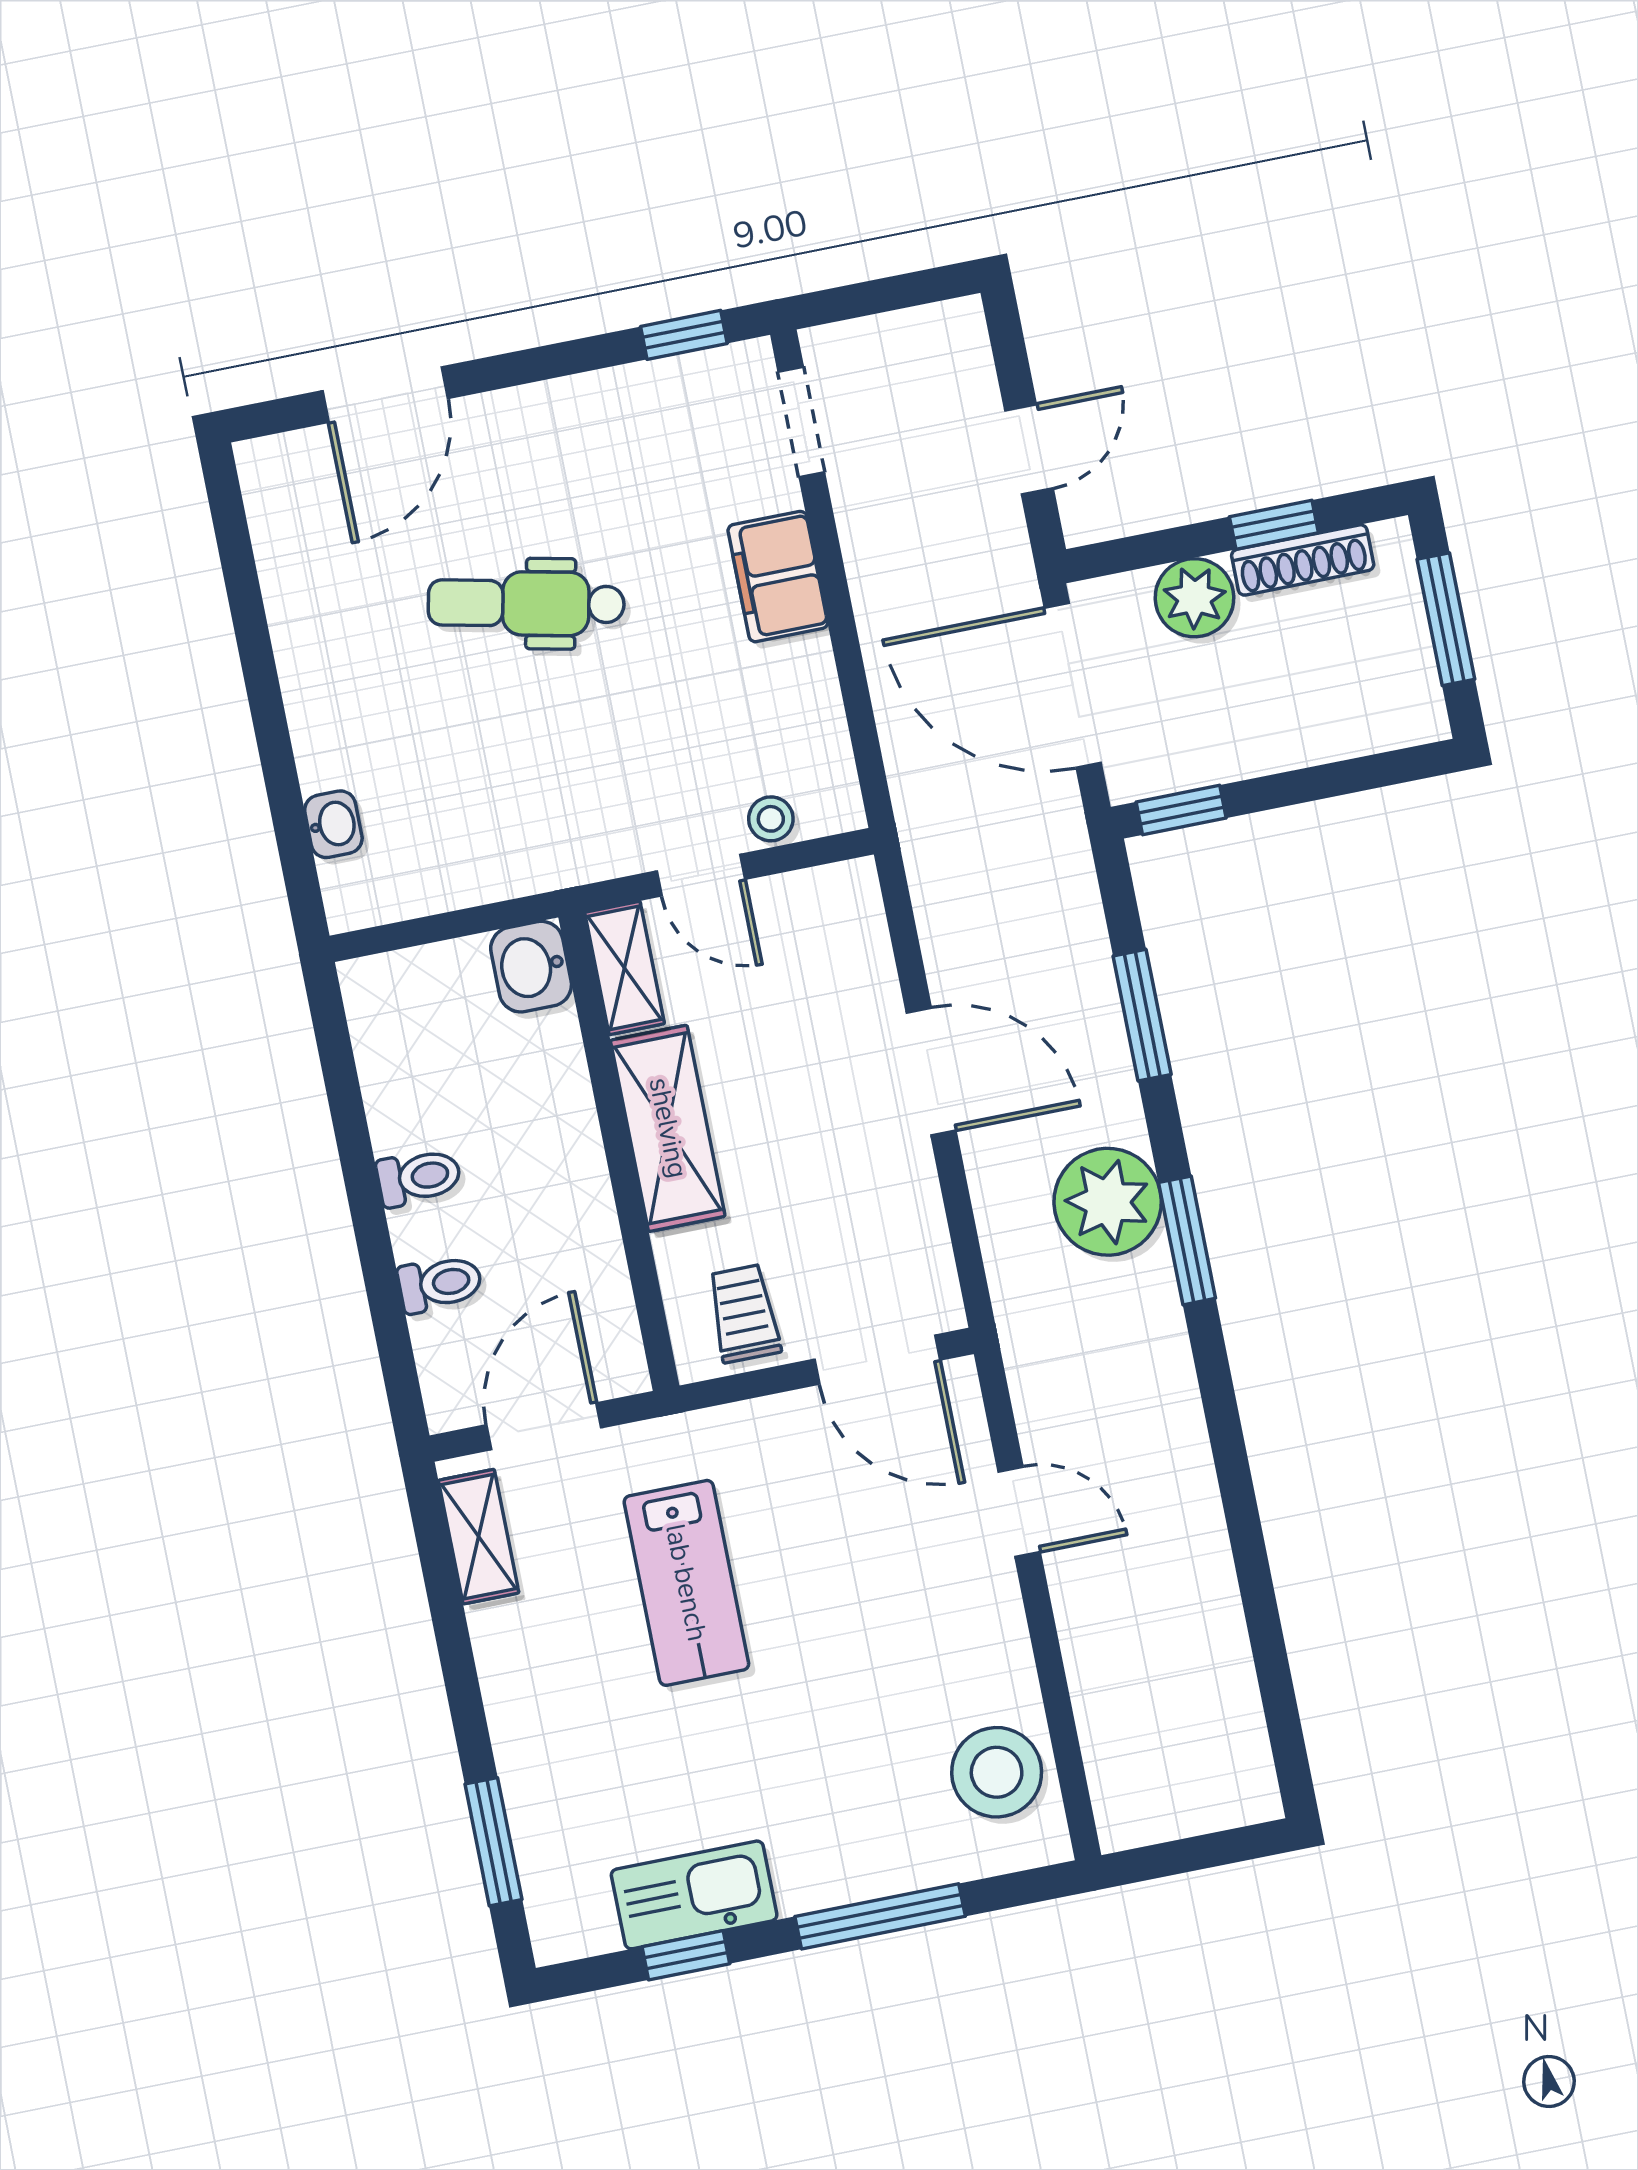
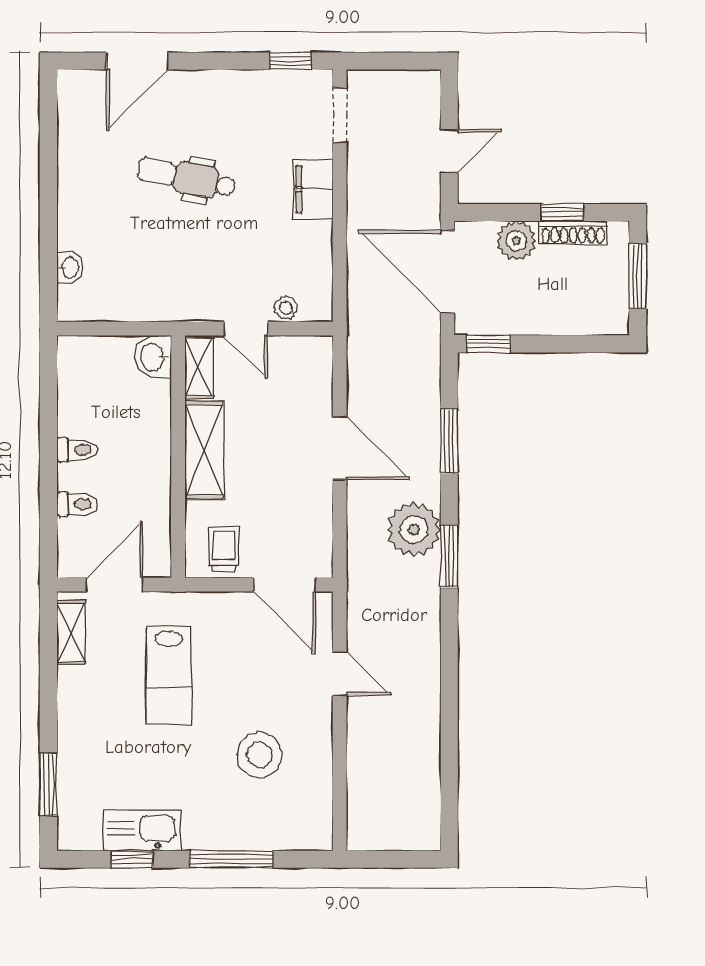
stool: (997, 1772) -> (259, 755), moved

